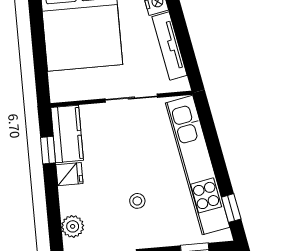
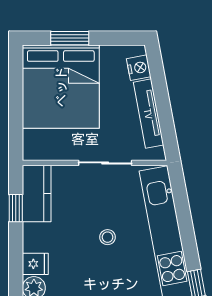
fridge: (69, 174) -> (35, 264), moved
stool: (137, 201) -> (108, 237), moved

